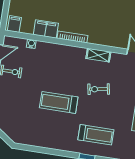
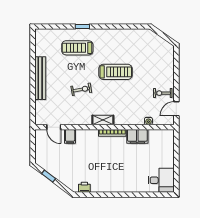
filing cabinet: (14, 24) -> (70, 136), moved
shelving: (98, 55) -> (103, 120), moved

